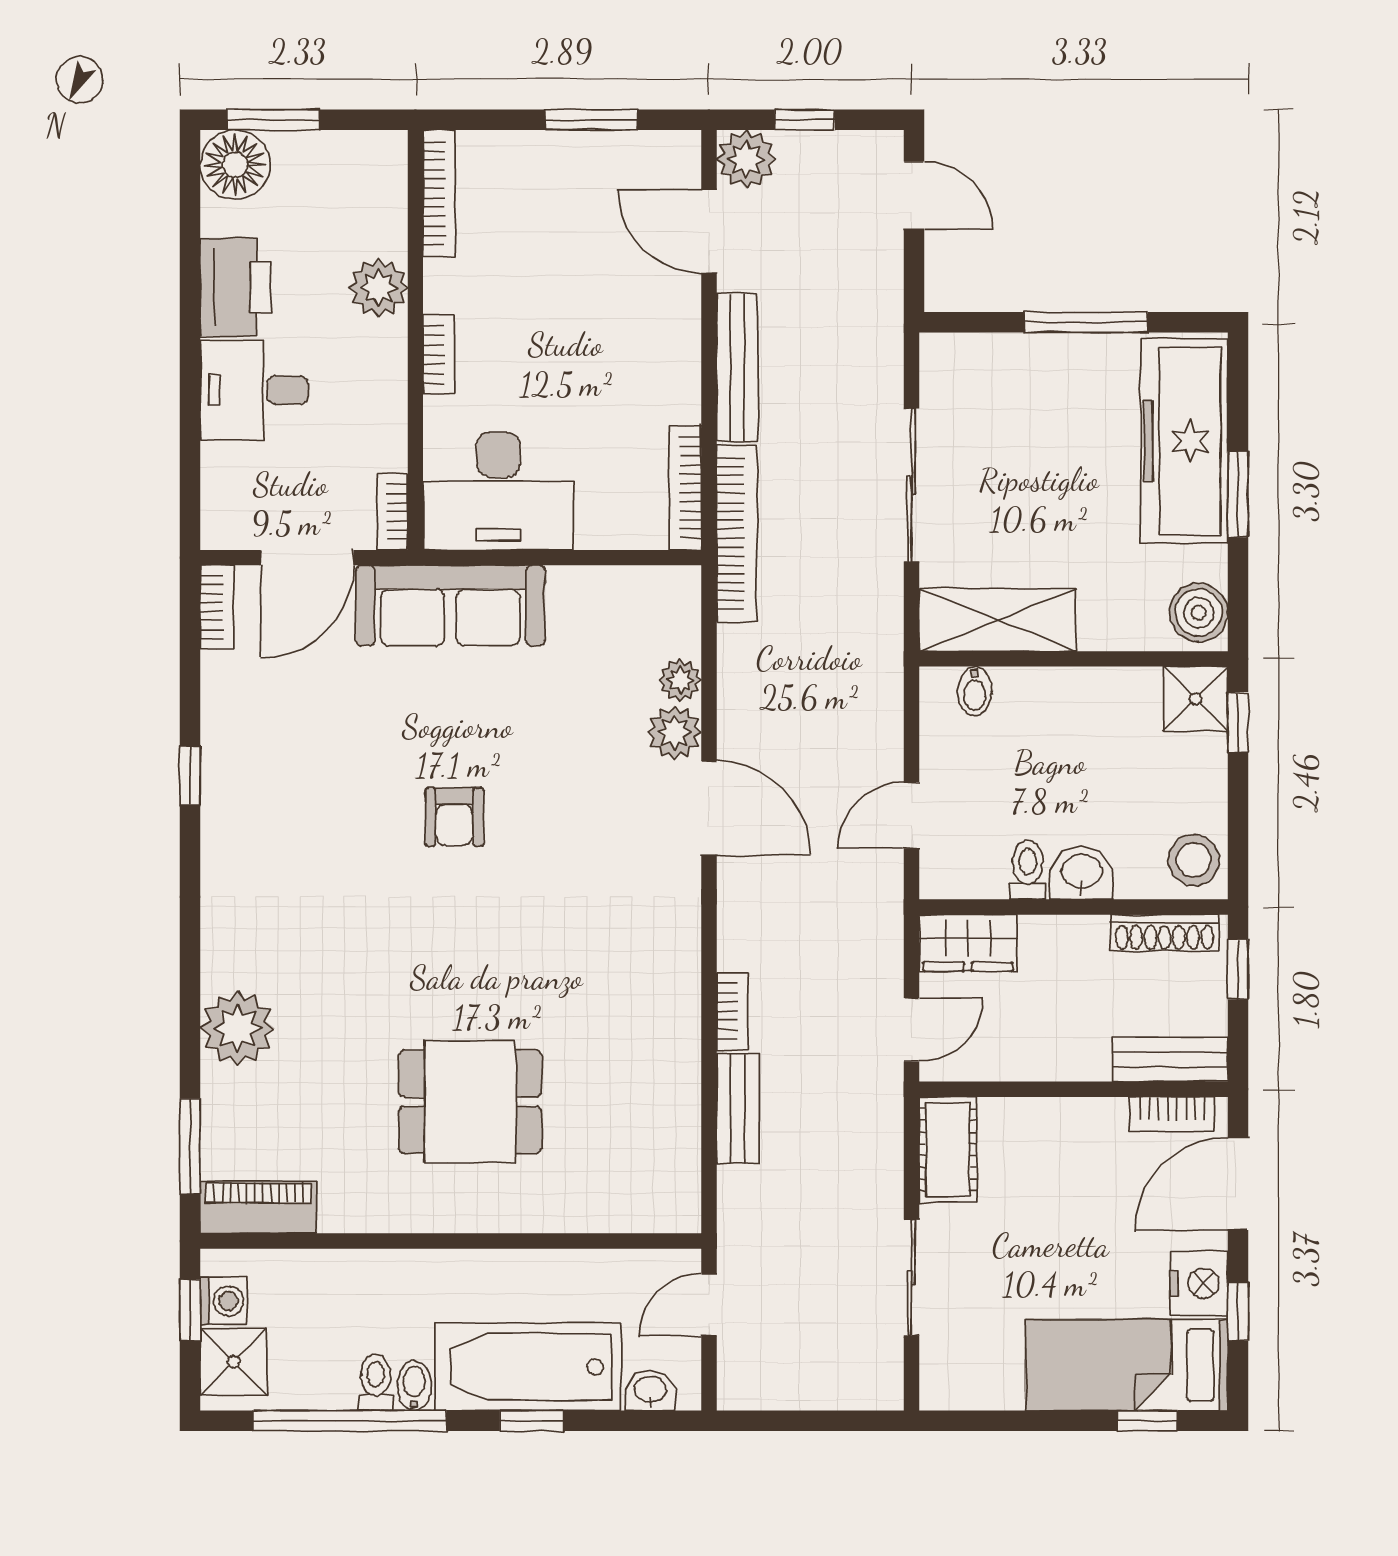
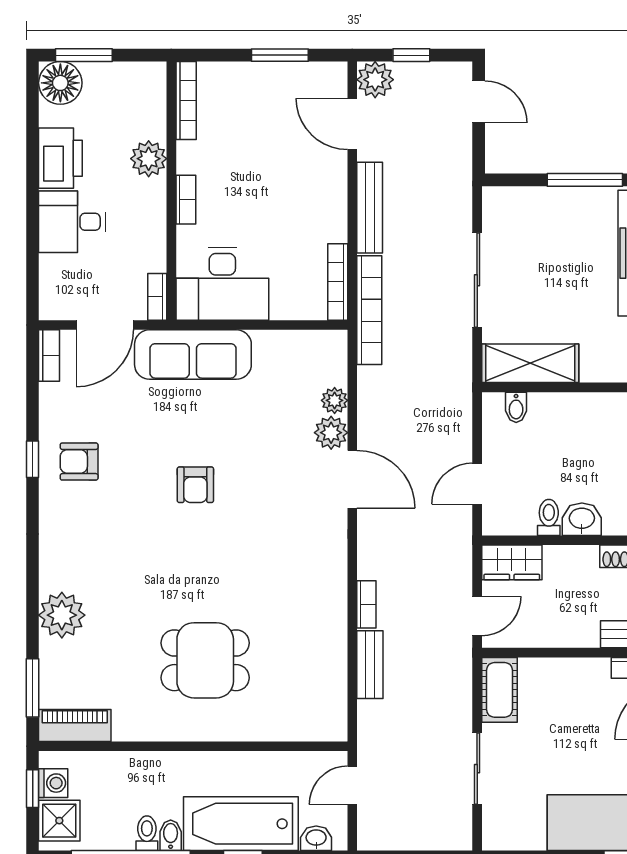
armchair: (266, 779) -> (79, 462), added

